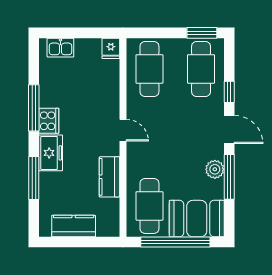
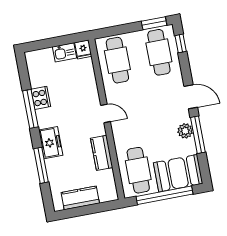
kitchen sink: (60, 48) -> (64, 52), moved
window: (229, 92) -> (181, 43), moved
cooker: (49, 121) -> (41, 98), moved

